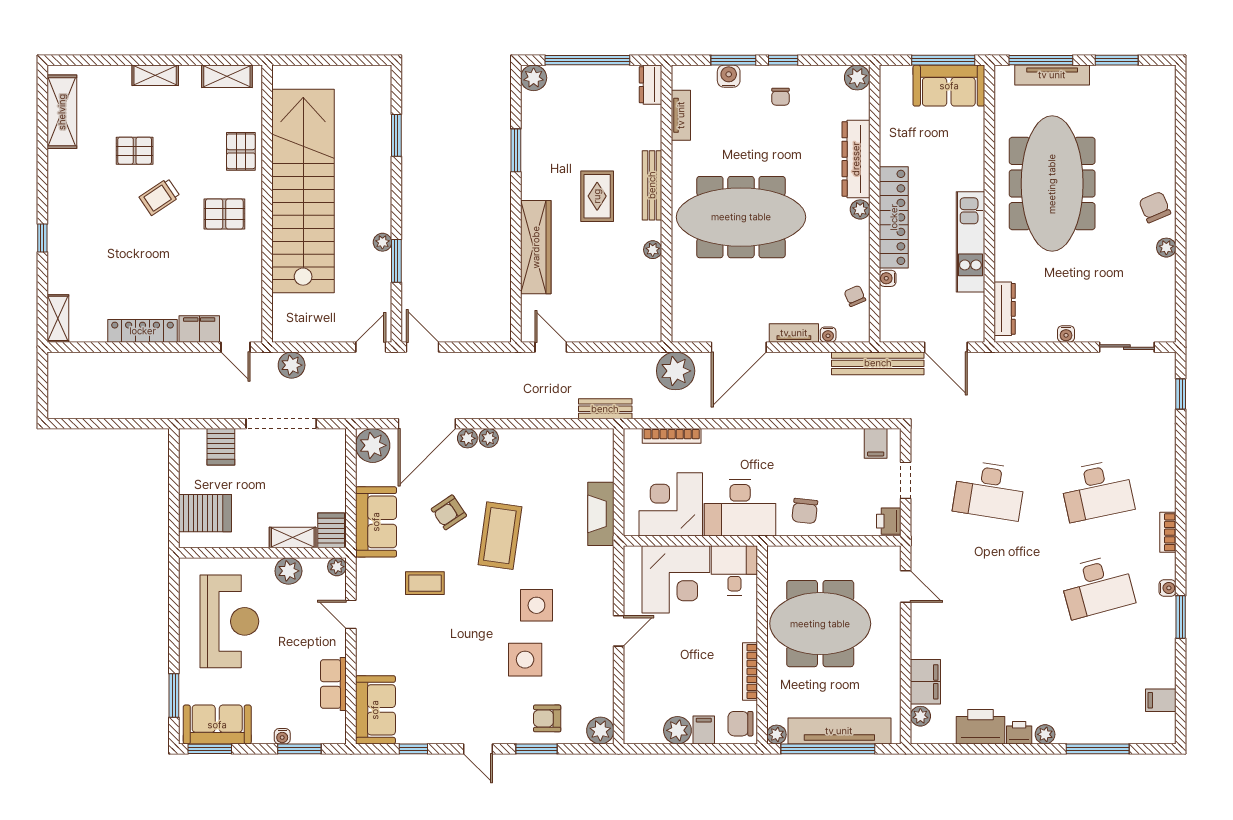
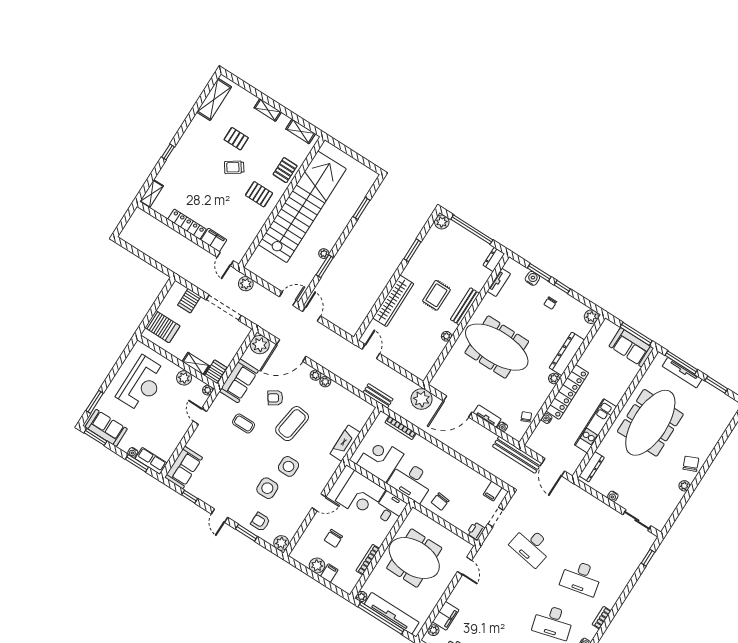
plant: (467, 438) -> (325, 382), moved
row of seats: (333, 684) -> (151, 461), moved, turned 90
chair: (740, 724) -> (333, 538), moved, turned -90

